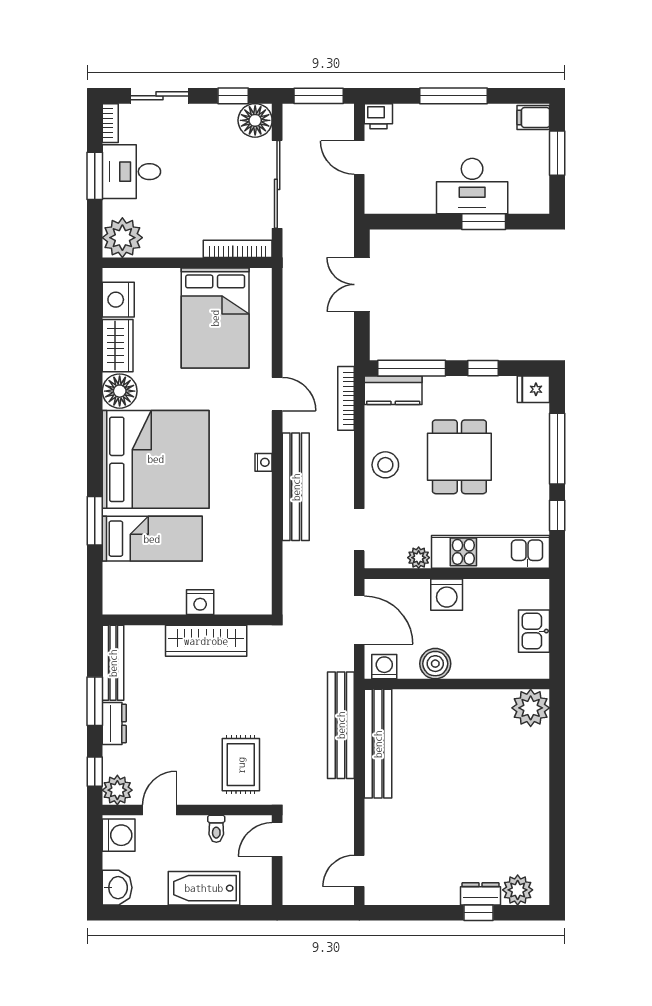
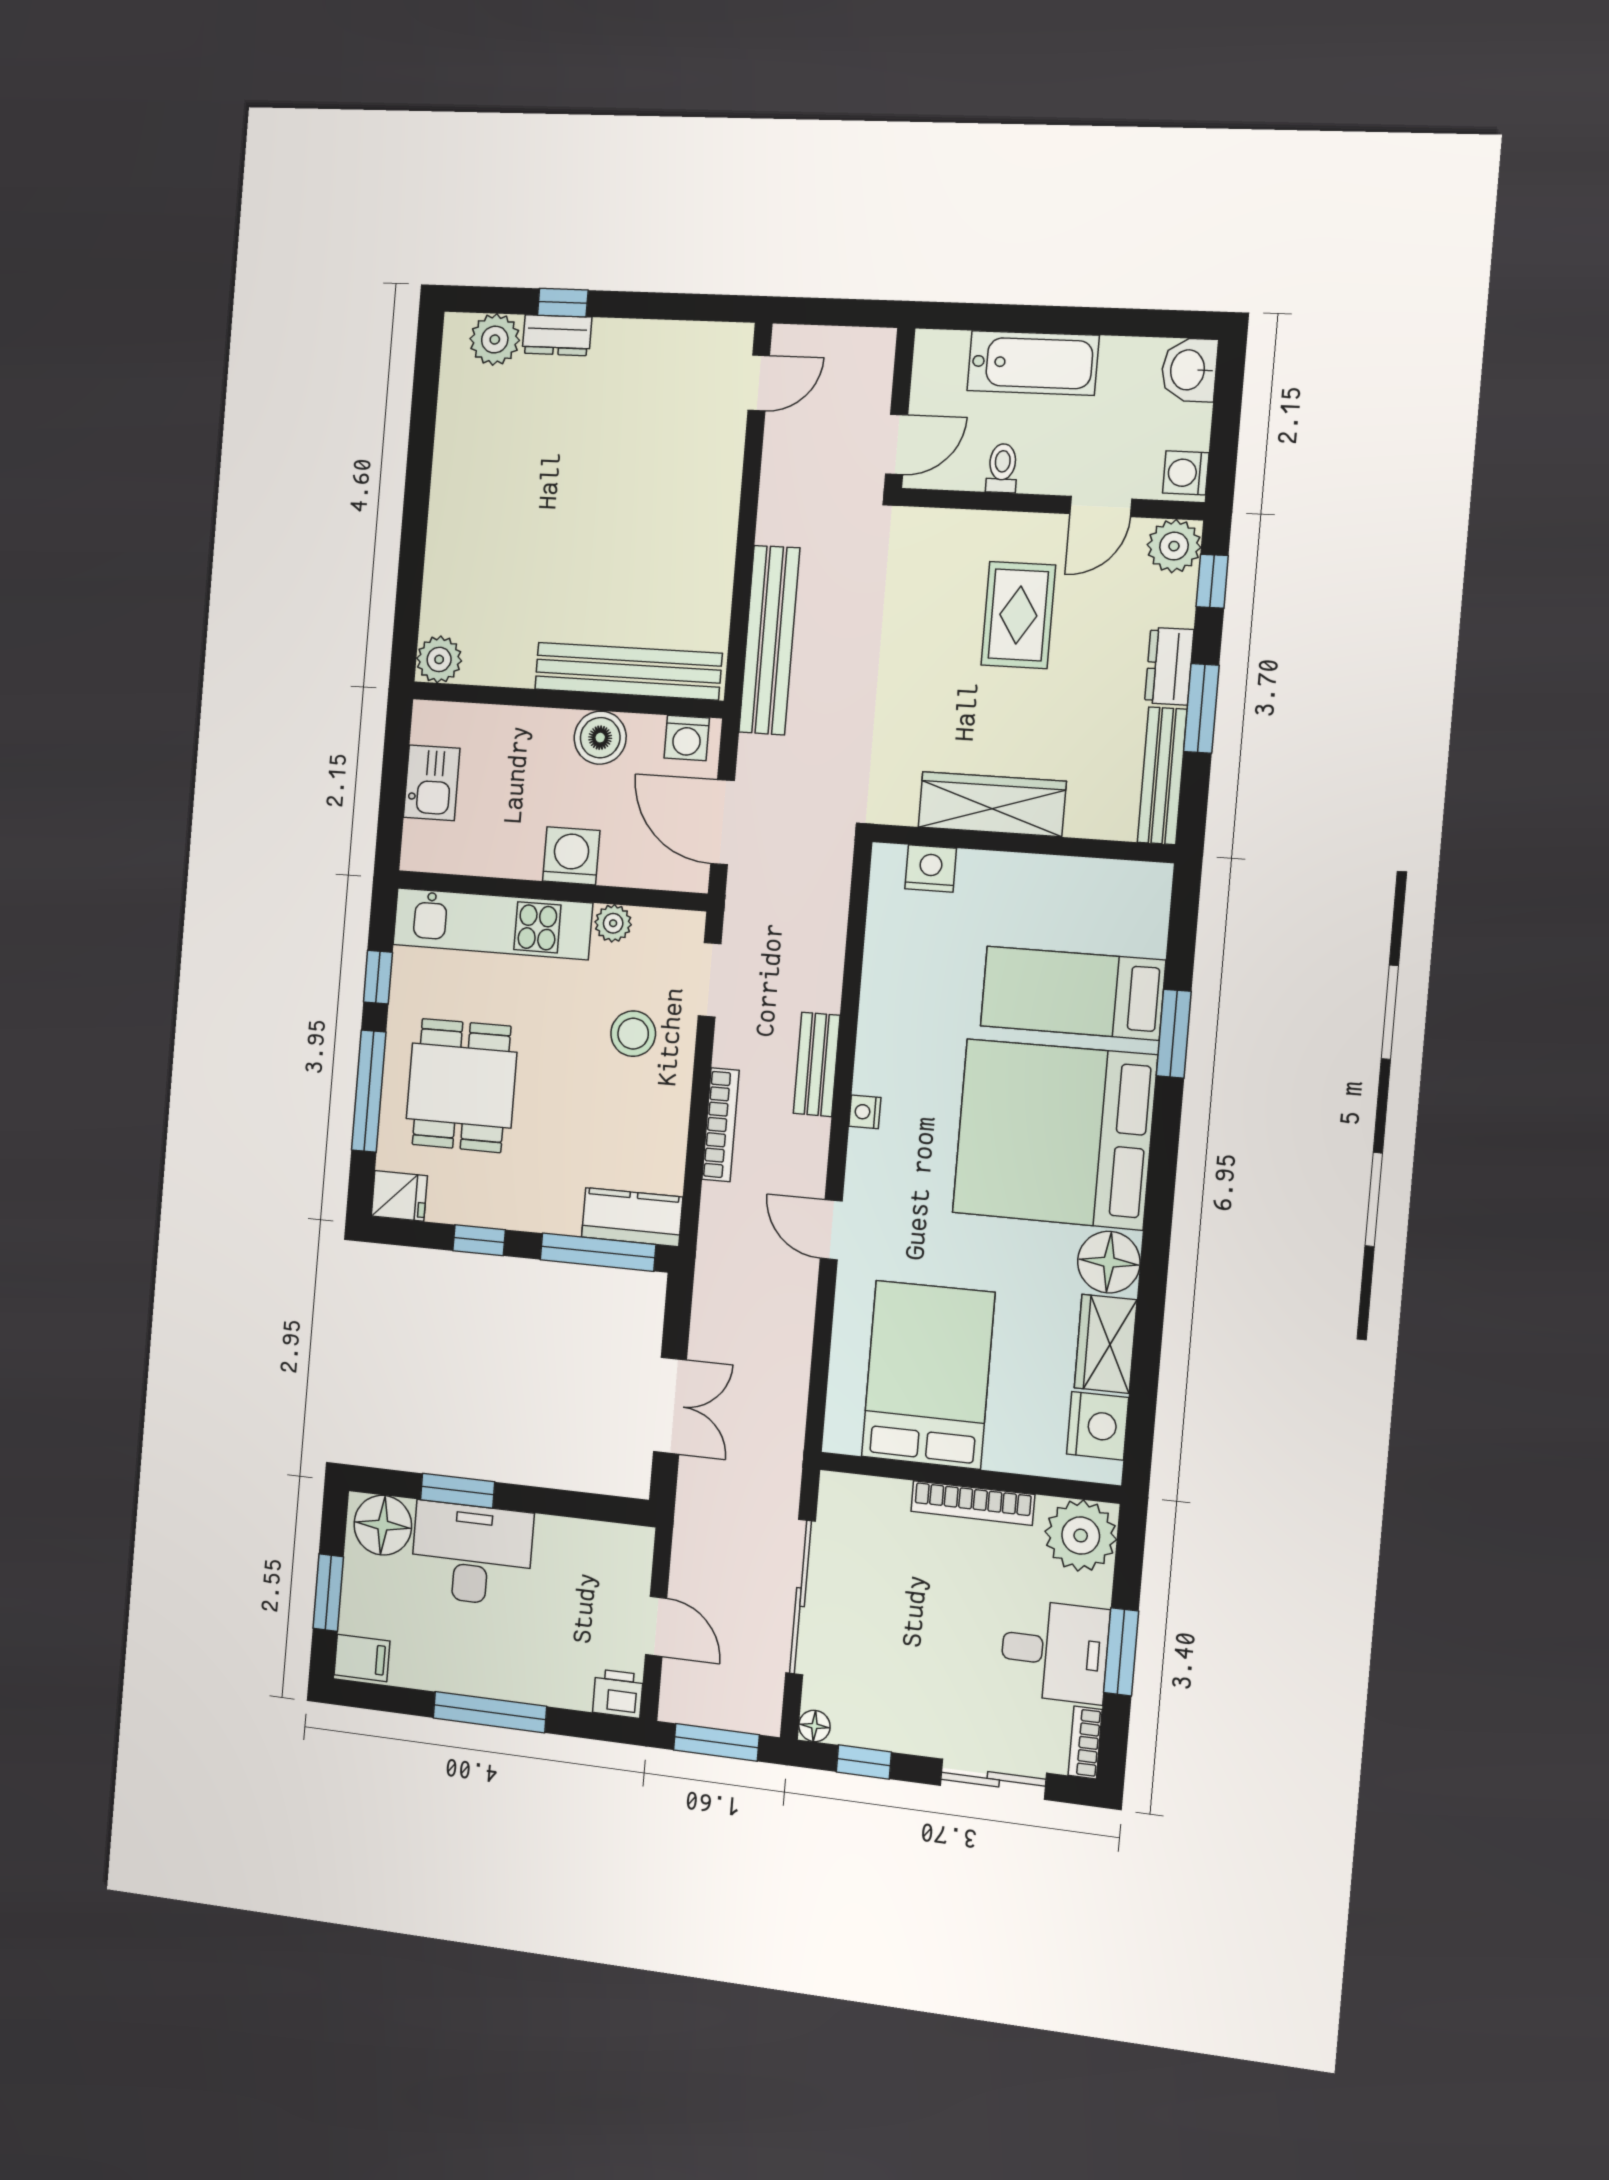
floor lamp: (255, 120) -> (814, 1726), width x0.53, depth x0.53
floor lamp: (527, 196) -> (383, 1525), added
bookcase: (238, 249) -> (973, 1503), moved
bookcase: (346, 398) -> (720, 1125), moved
dining table: (459, 457) -> (461, 1085), moved
stool: (385, 465) -> (633, 1034), moved
bench: (296, 487) -> (817, 1064), width x0.54, depth x0.82
nightstand: (200, 602) -> (931, 868), moved
plant: (531, 708) -> (439, 659), width x0.73, depth x0.73
bench: (378, 744) -> (628, 671), moved, turned 90
rug: (241, 765) -> (1018, 615), moved
washing machine: (119, 835) -> (1186, 473), width x0.73, depth x0.73

